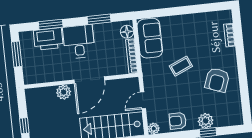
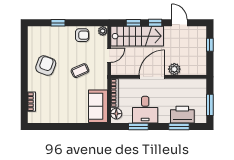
desk: (79, 42) -> (145, 110), moved
coffee table: (181, 66) -> (80, 71), moved
plant: (206, 121) -> (59, 33), removed

